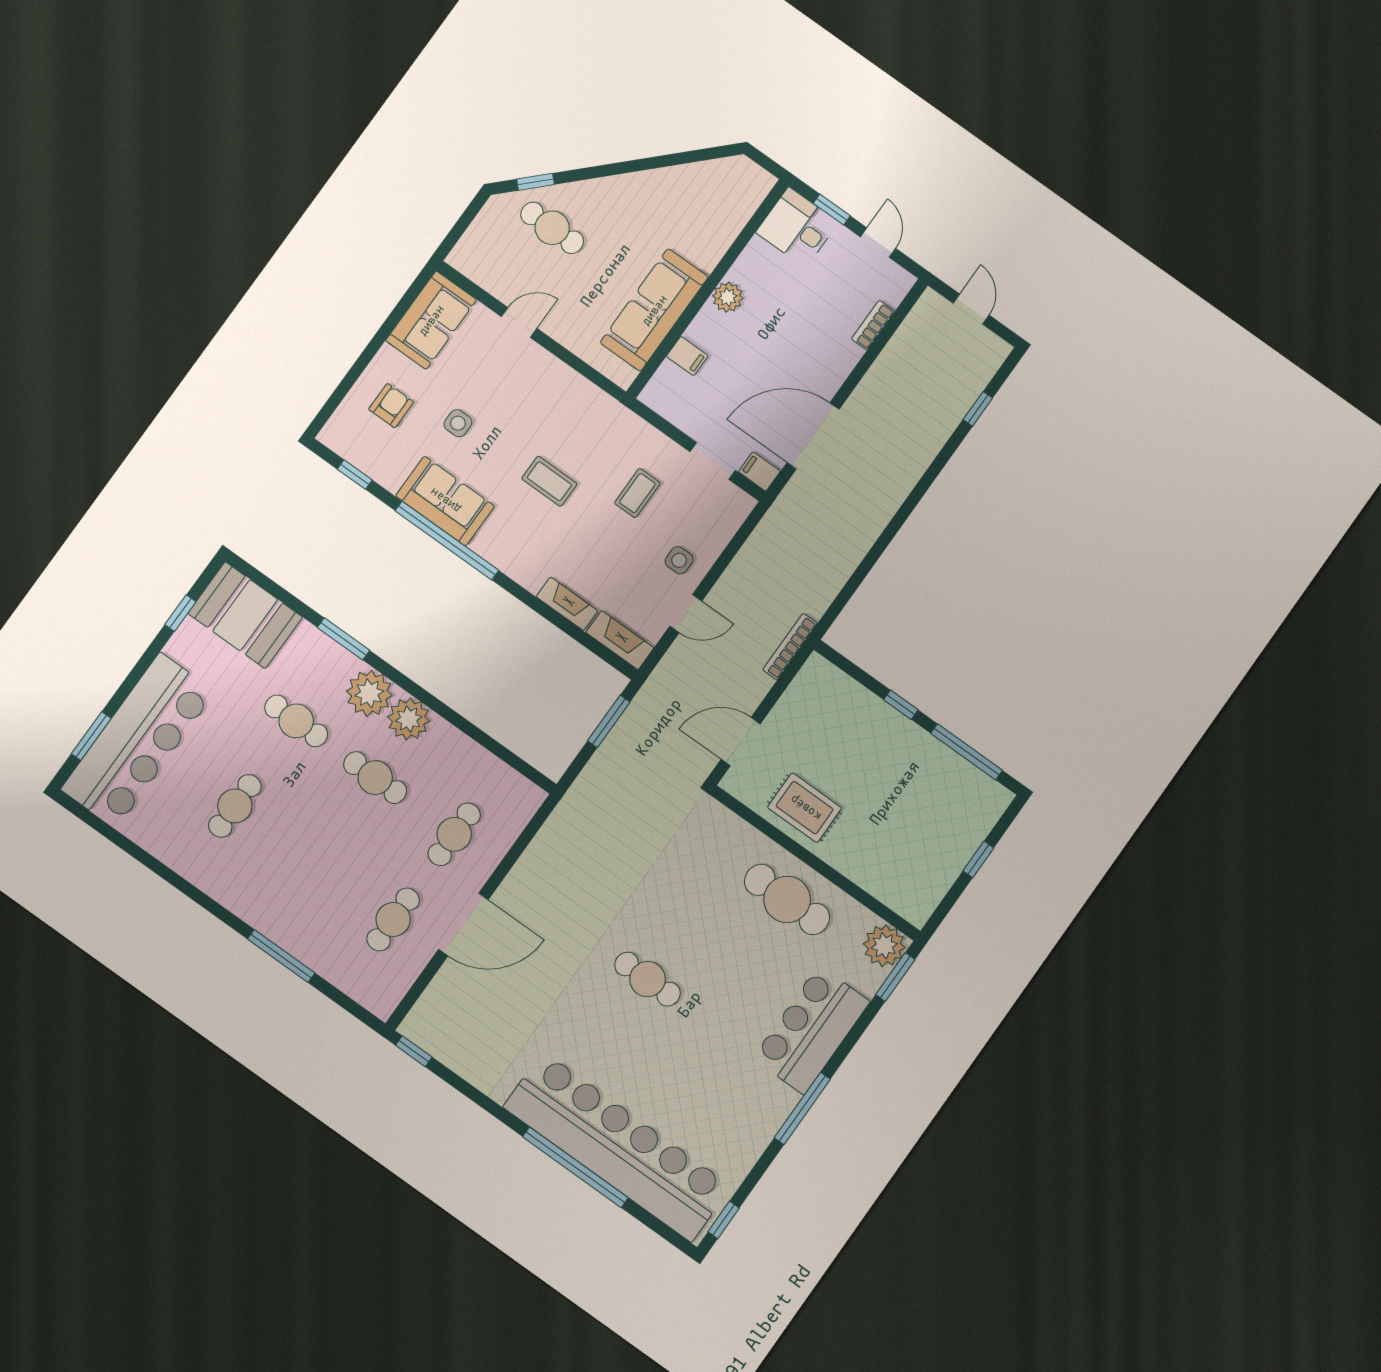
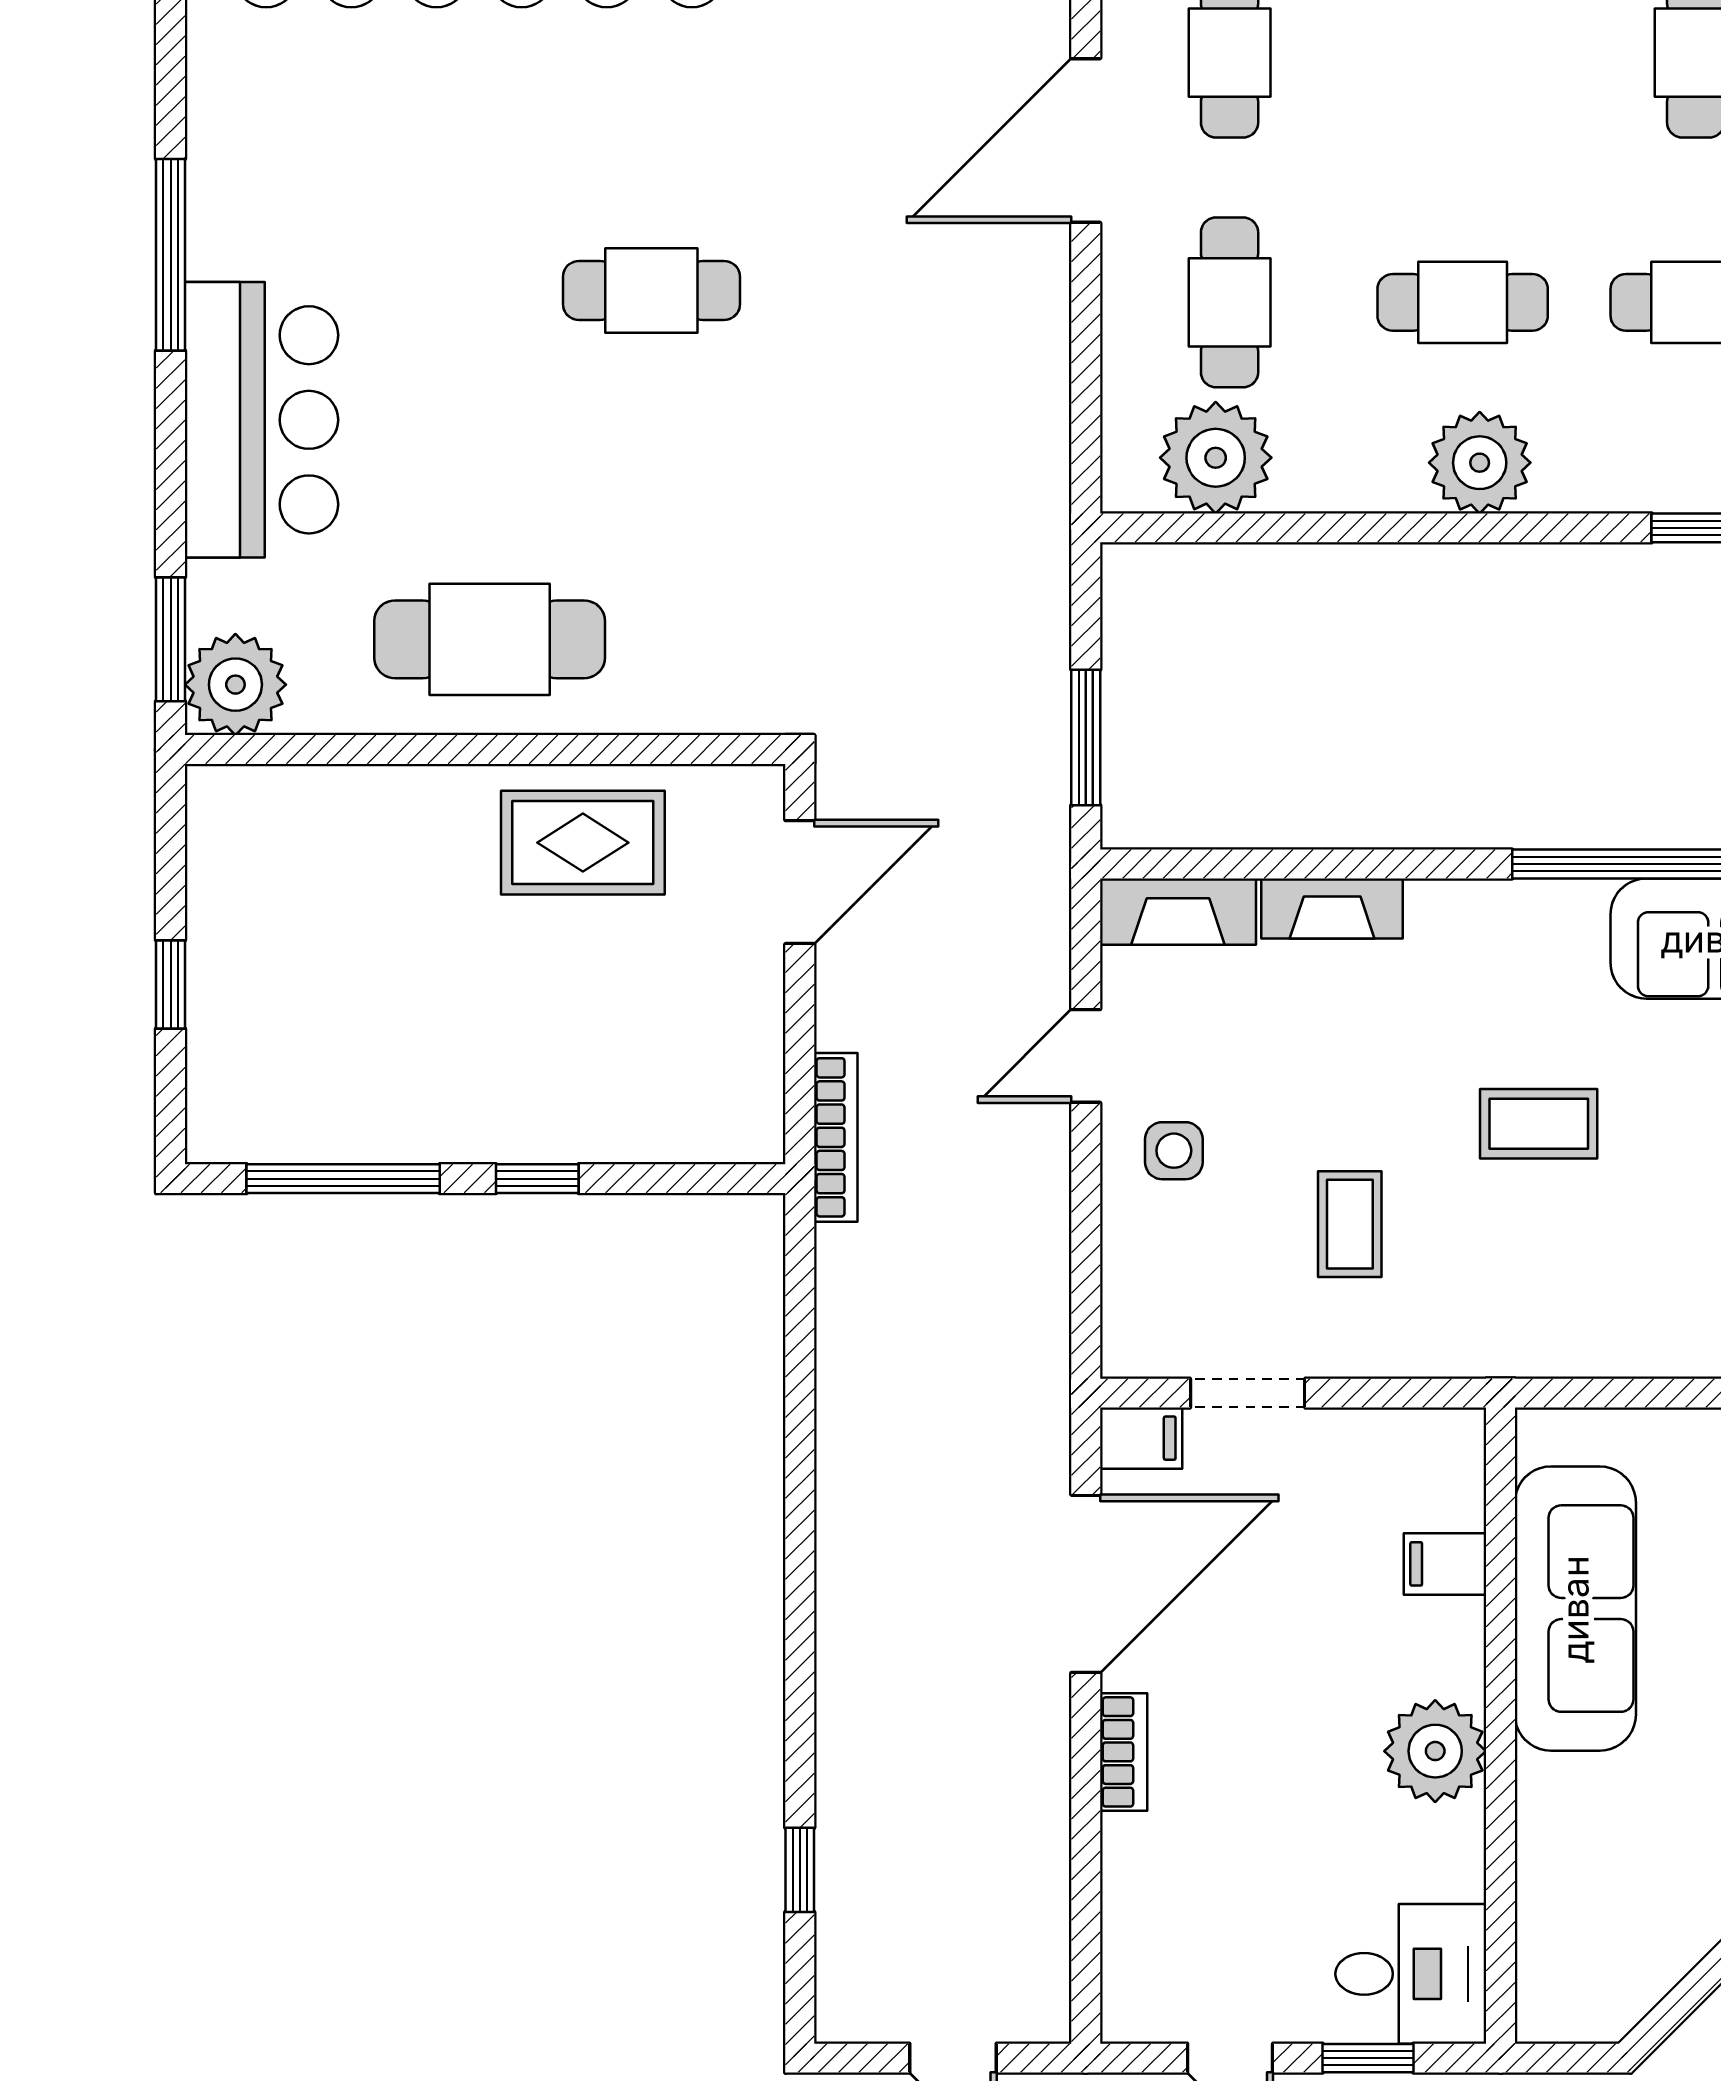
plant: (728, 297) -> (1435, 1751), width x1.36, depth x1.36
bookcase: (873, 325) -> (1124, 1752), moved
plant: (369, 693) -> (1216, 458), moved

